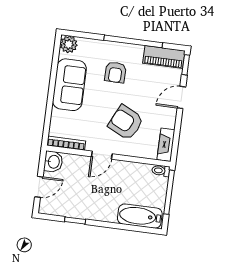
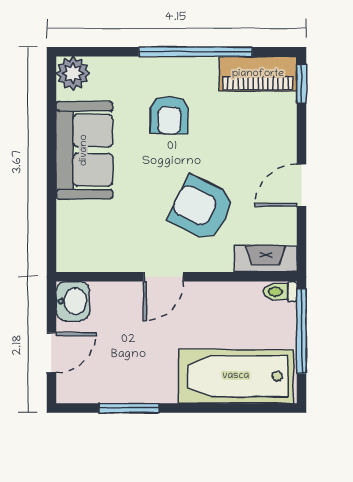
door: (181, 97) -> (301, 185), moved
bookcase: (66, 143) -> (93, 263), removed
fireplace: (166, 145) -> (266, 259), moved, turned 90
bathtub: (140, 216) -> (236, 376), width x1.36, depth x1.36
window: (75, 220) -> (129, 408), width x1.50

